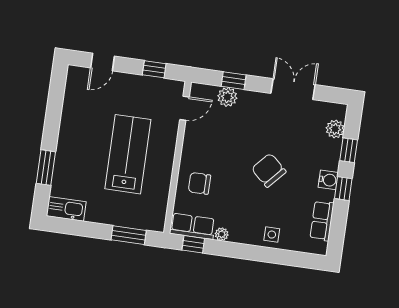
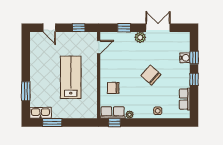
door: (103, 62) -> (49, 28), hinge flipped
plant: (227, 97) -> (140, 37), moved
plant: (335, 129) -> (185, 47), removed
water cooler: (328, 180) -> (185, 58), moved
window: (129, 235) -> (52, 123), moved

